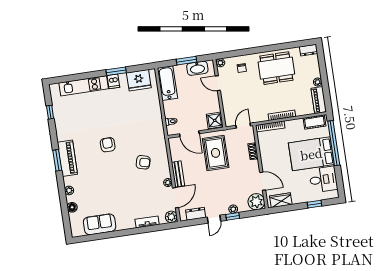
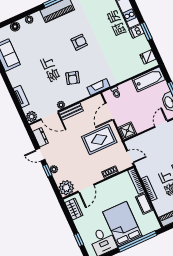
fridge: (139, 80) -> (148, 57), width x0.53, depth x0.75
cot: (315, 122) -> (144, 203), moved
fireplace: (160, 138) -> (99, 87), added

